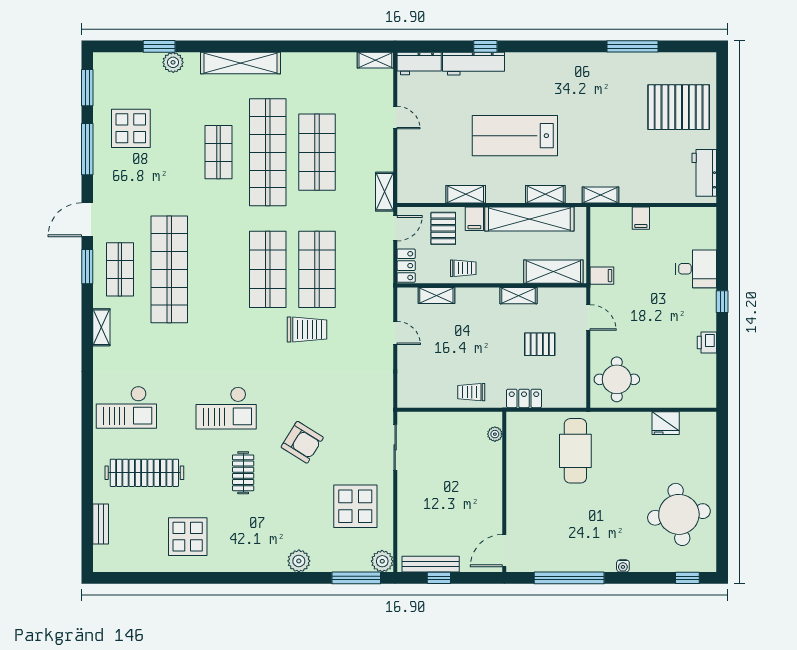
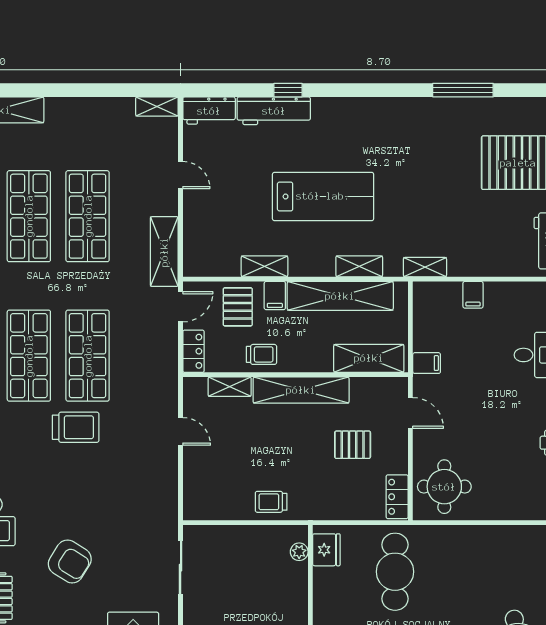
lab bench: (515, 136) -> (323, 196), turned 180
shop shelf: (268, 152) -> (29, 216), width x0.71
shelving: (384, 192) -> (164, 252), width x1.50, depth x1.33
shelving: (518, 296) -> (301, 390), width x2.20, depth x1.33
locker: (524, 398) -> (397, 497), moved, turned -90
fridge: (666, 423) -> (326, 550), moved, turned -90

